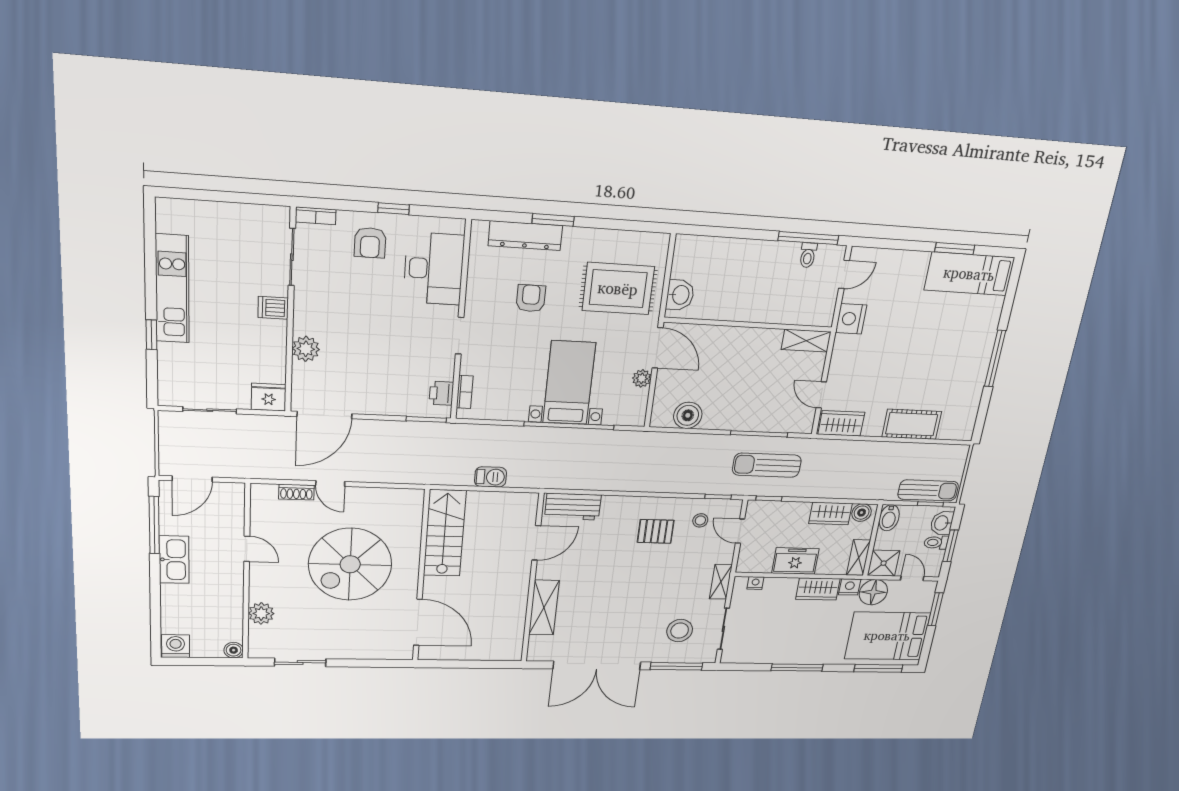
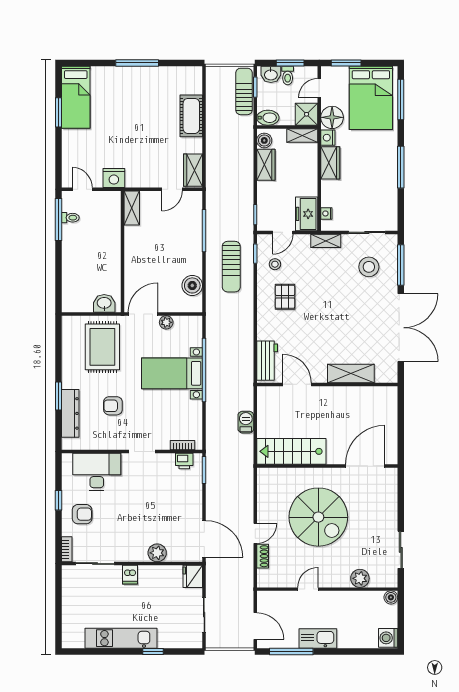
sun lounger: (767, 465) -> (231, 267), moved
freezer: (795, 561) -> (307, 214), moved

